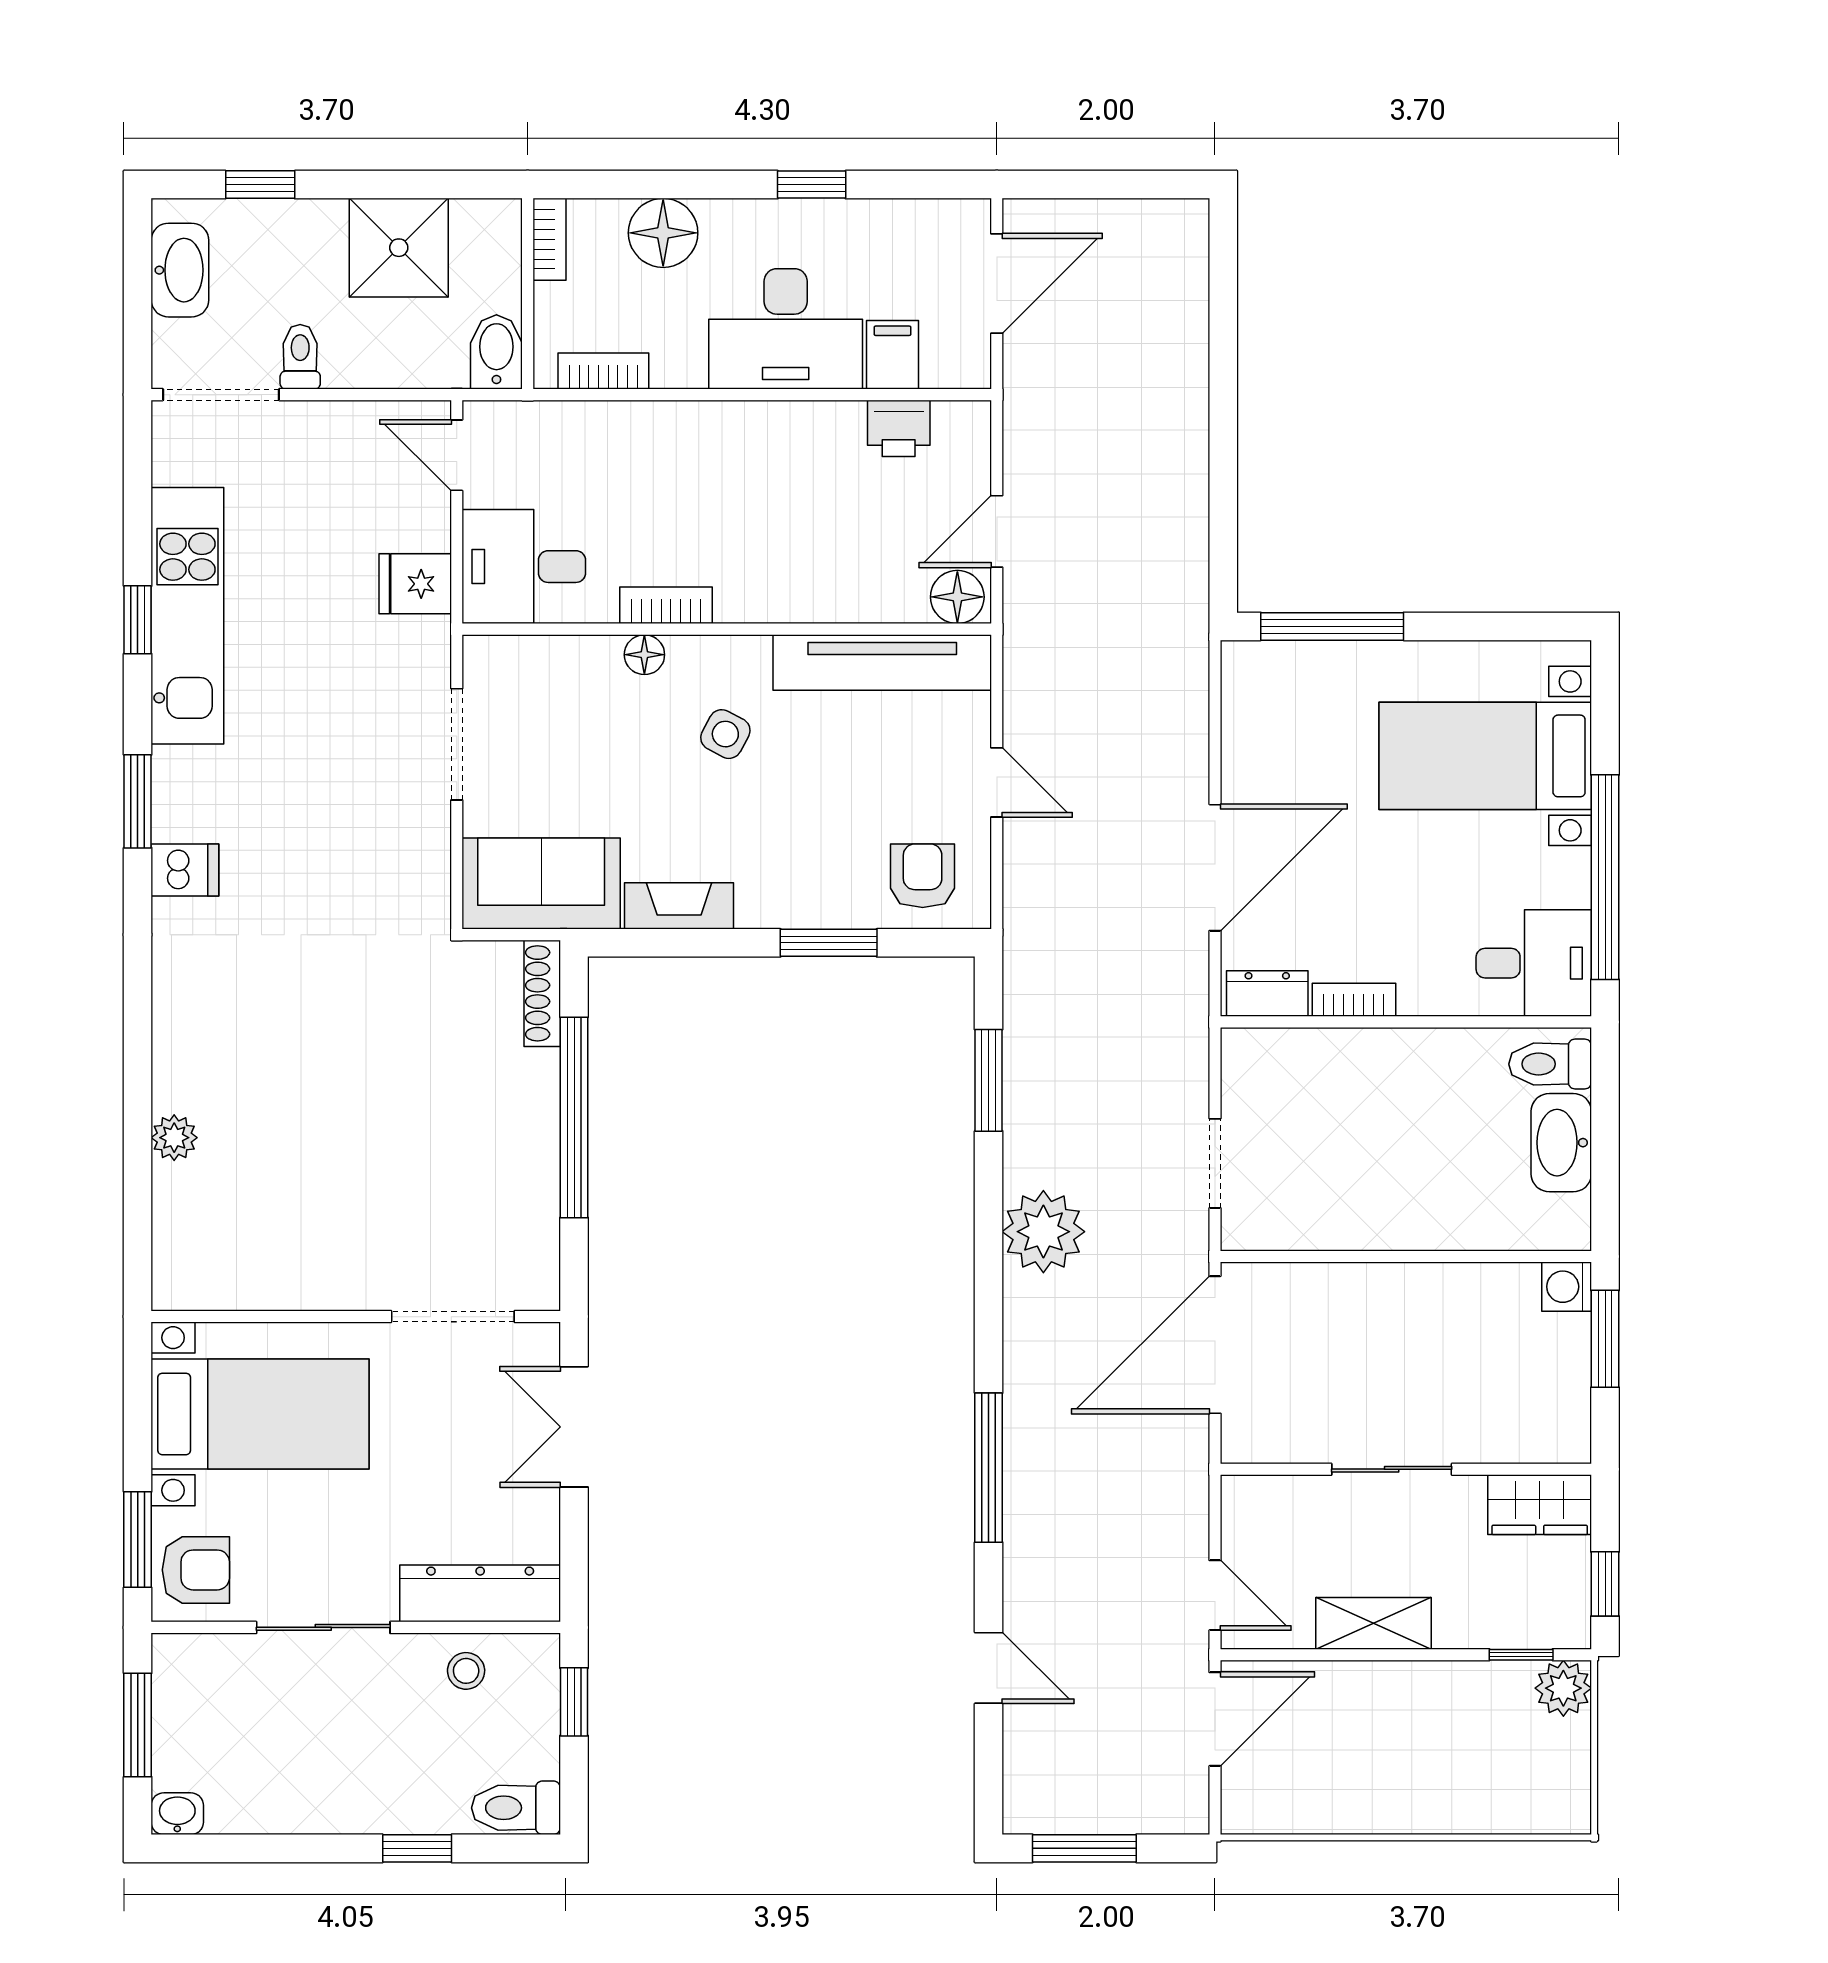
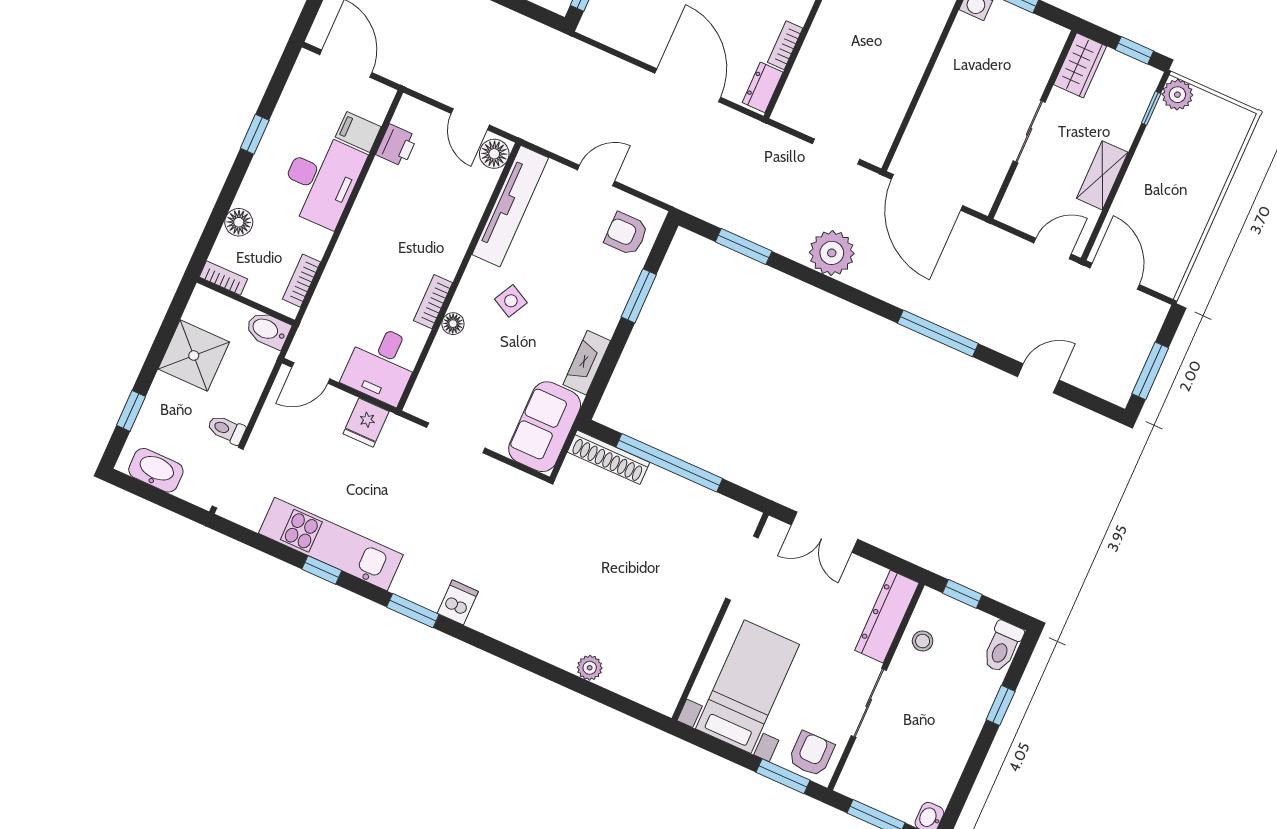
floor lamp: (663, 233) -> (239, 222), width x0.73, depth x0.73
shoe rack: (542, 993) -> (609, 457), width x1.36, depth x1.24

